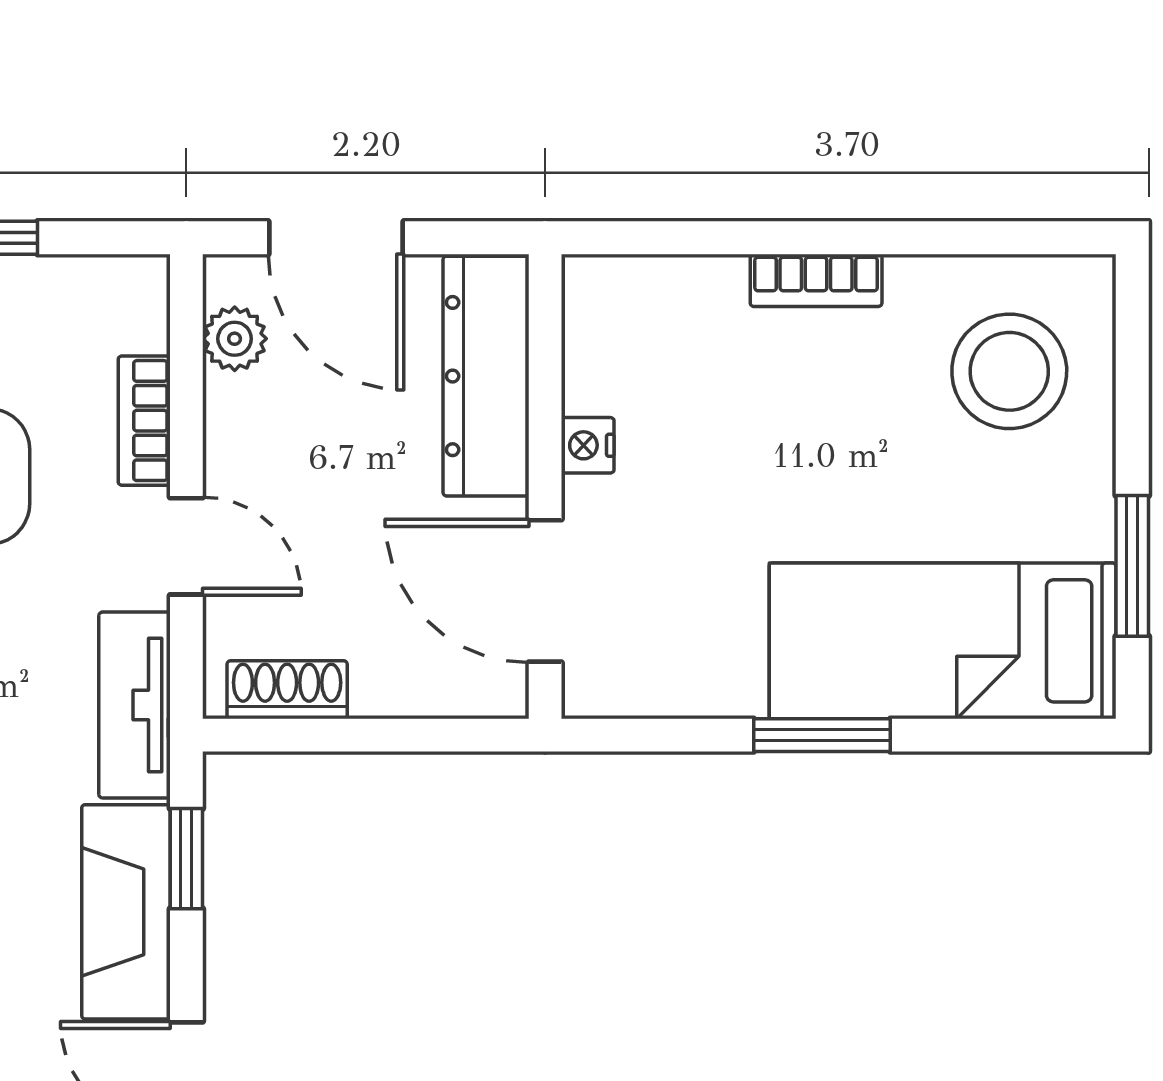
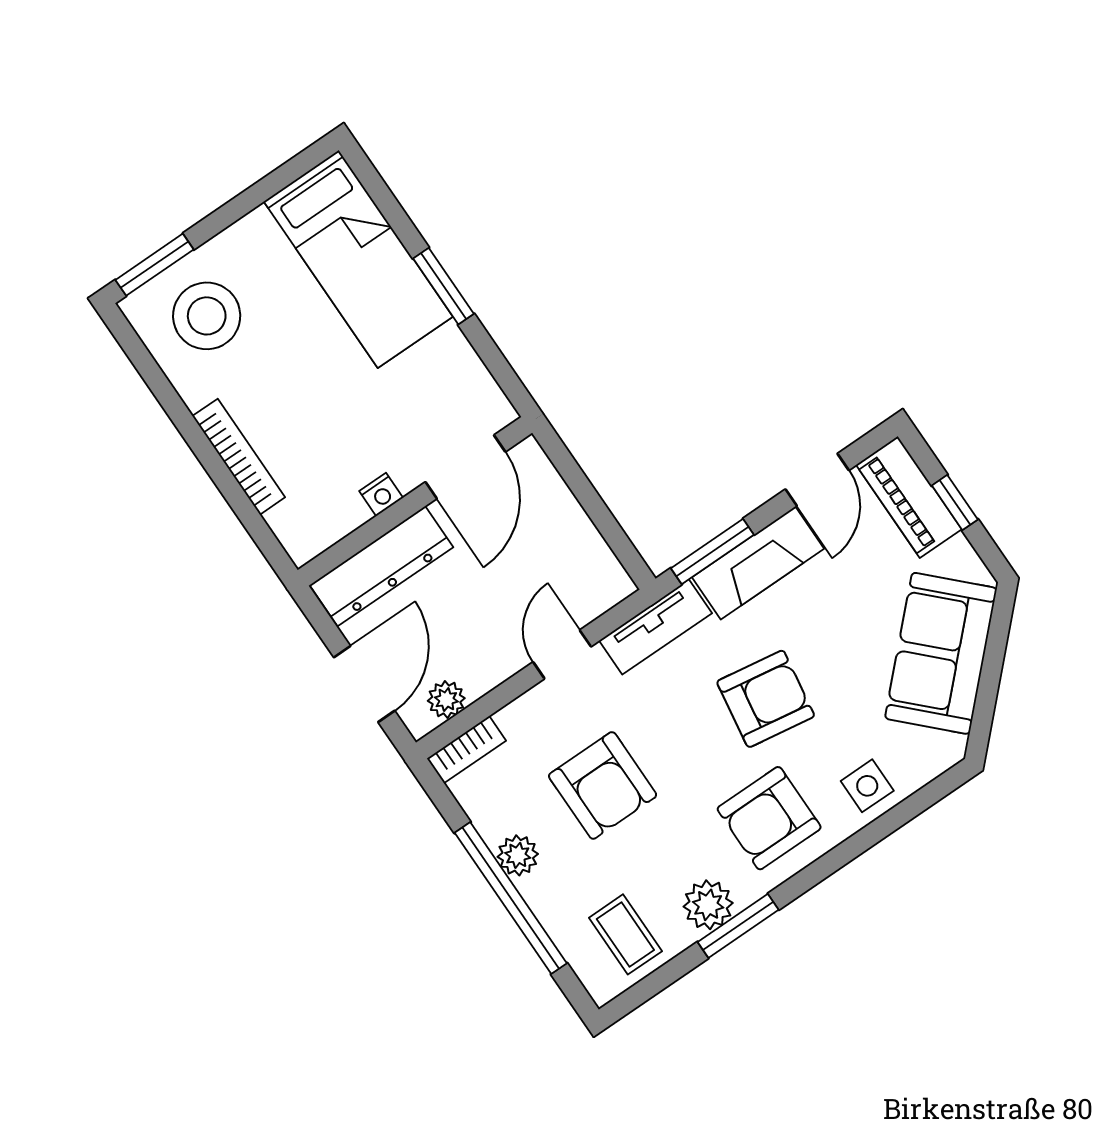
bookcase: (816, 280) -> (239, 457), width x1.56
bookcase: (144, 421) -> (466, 750), moved
window: (1132, 566) -> (155, 265), moved
shoe rack: (287, 690) -> (598, 559), removed
window: (186, 859) -> (712, 551), width x1.50

